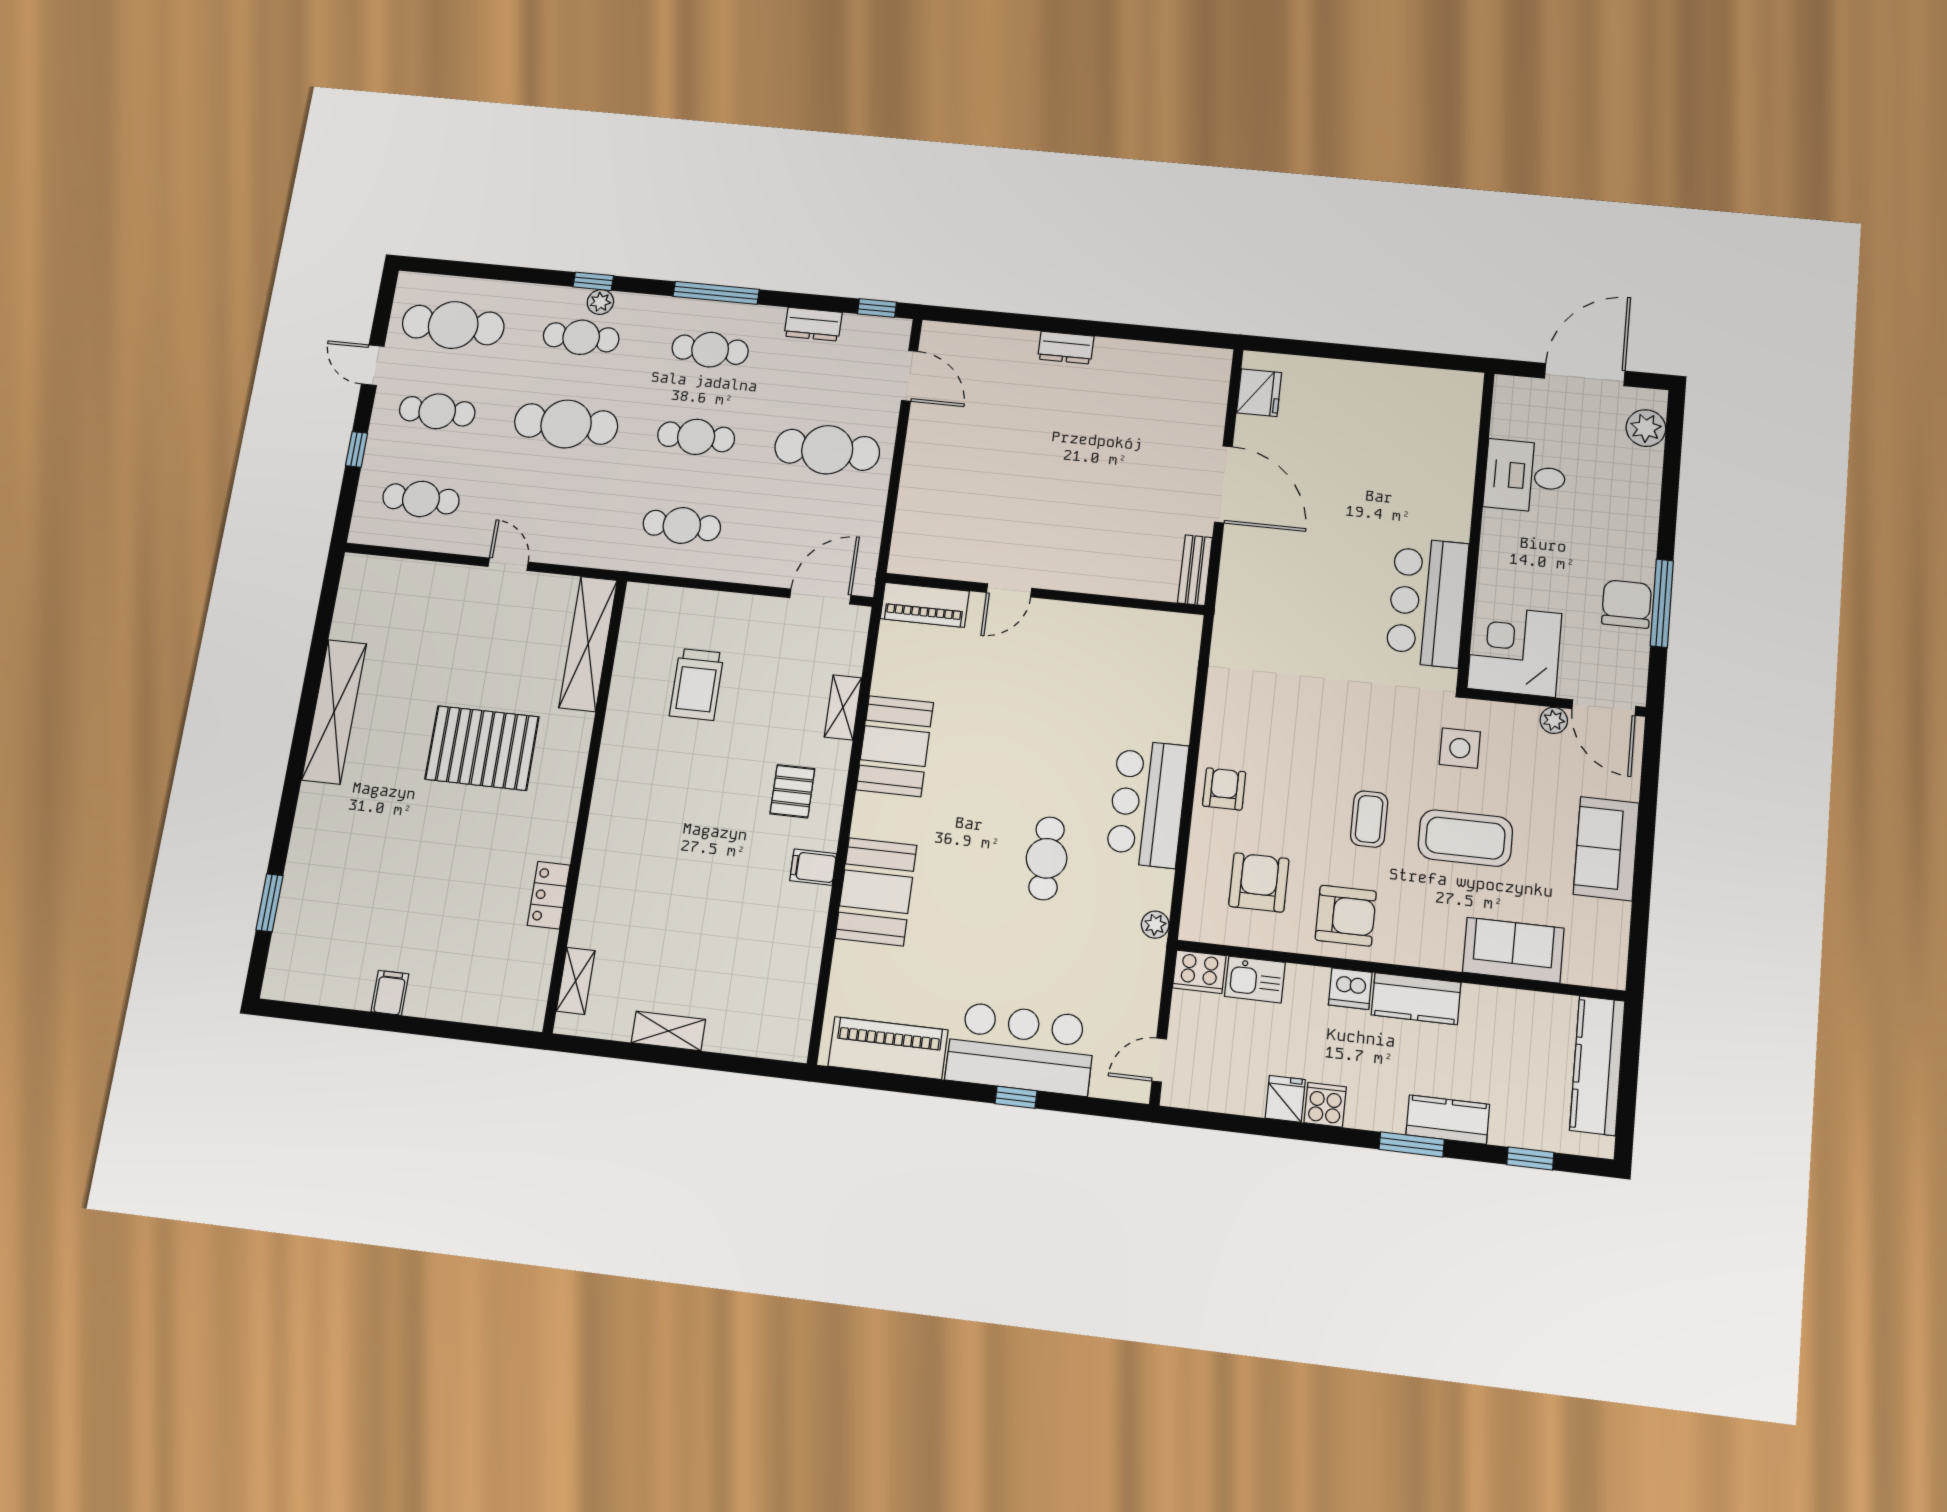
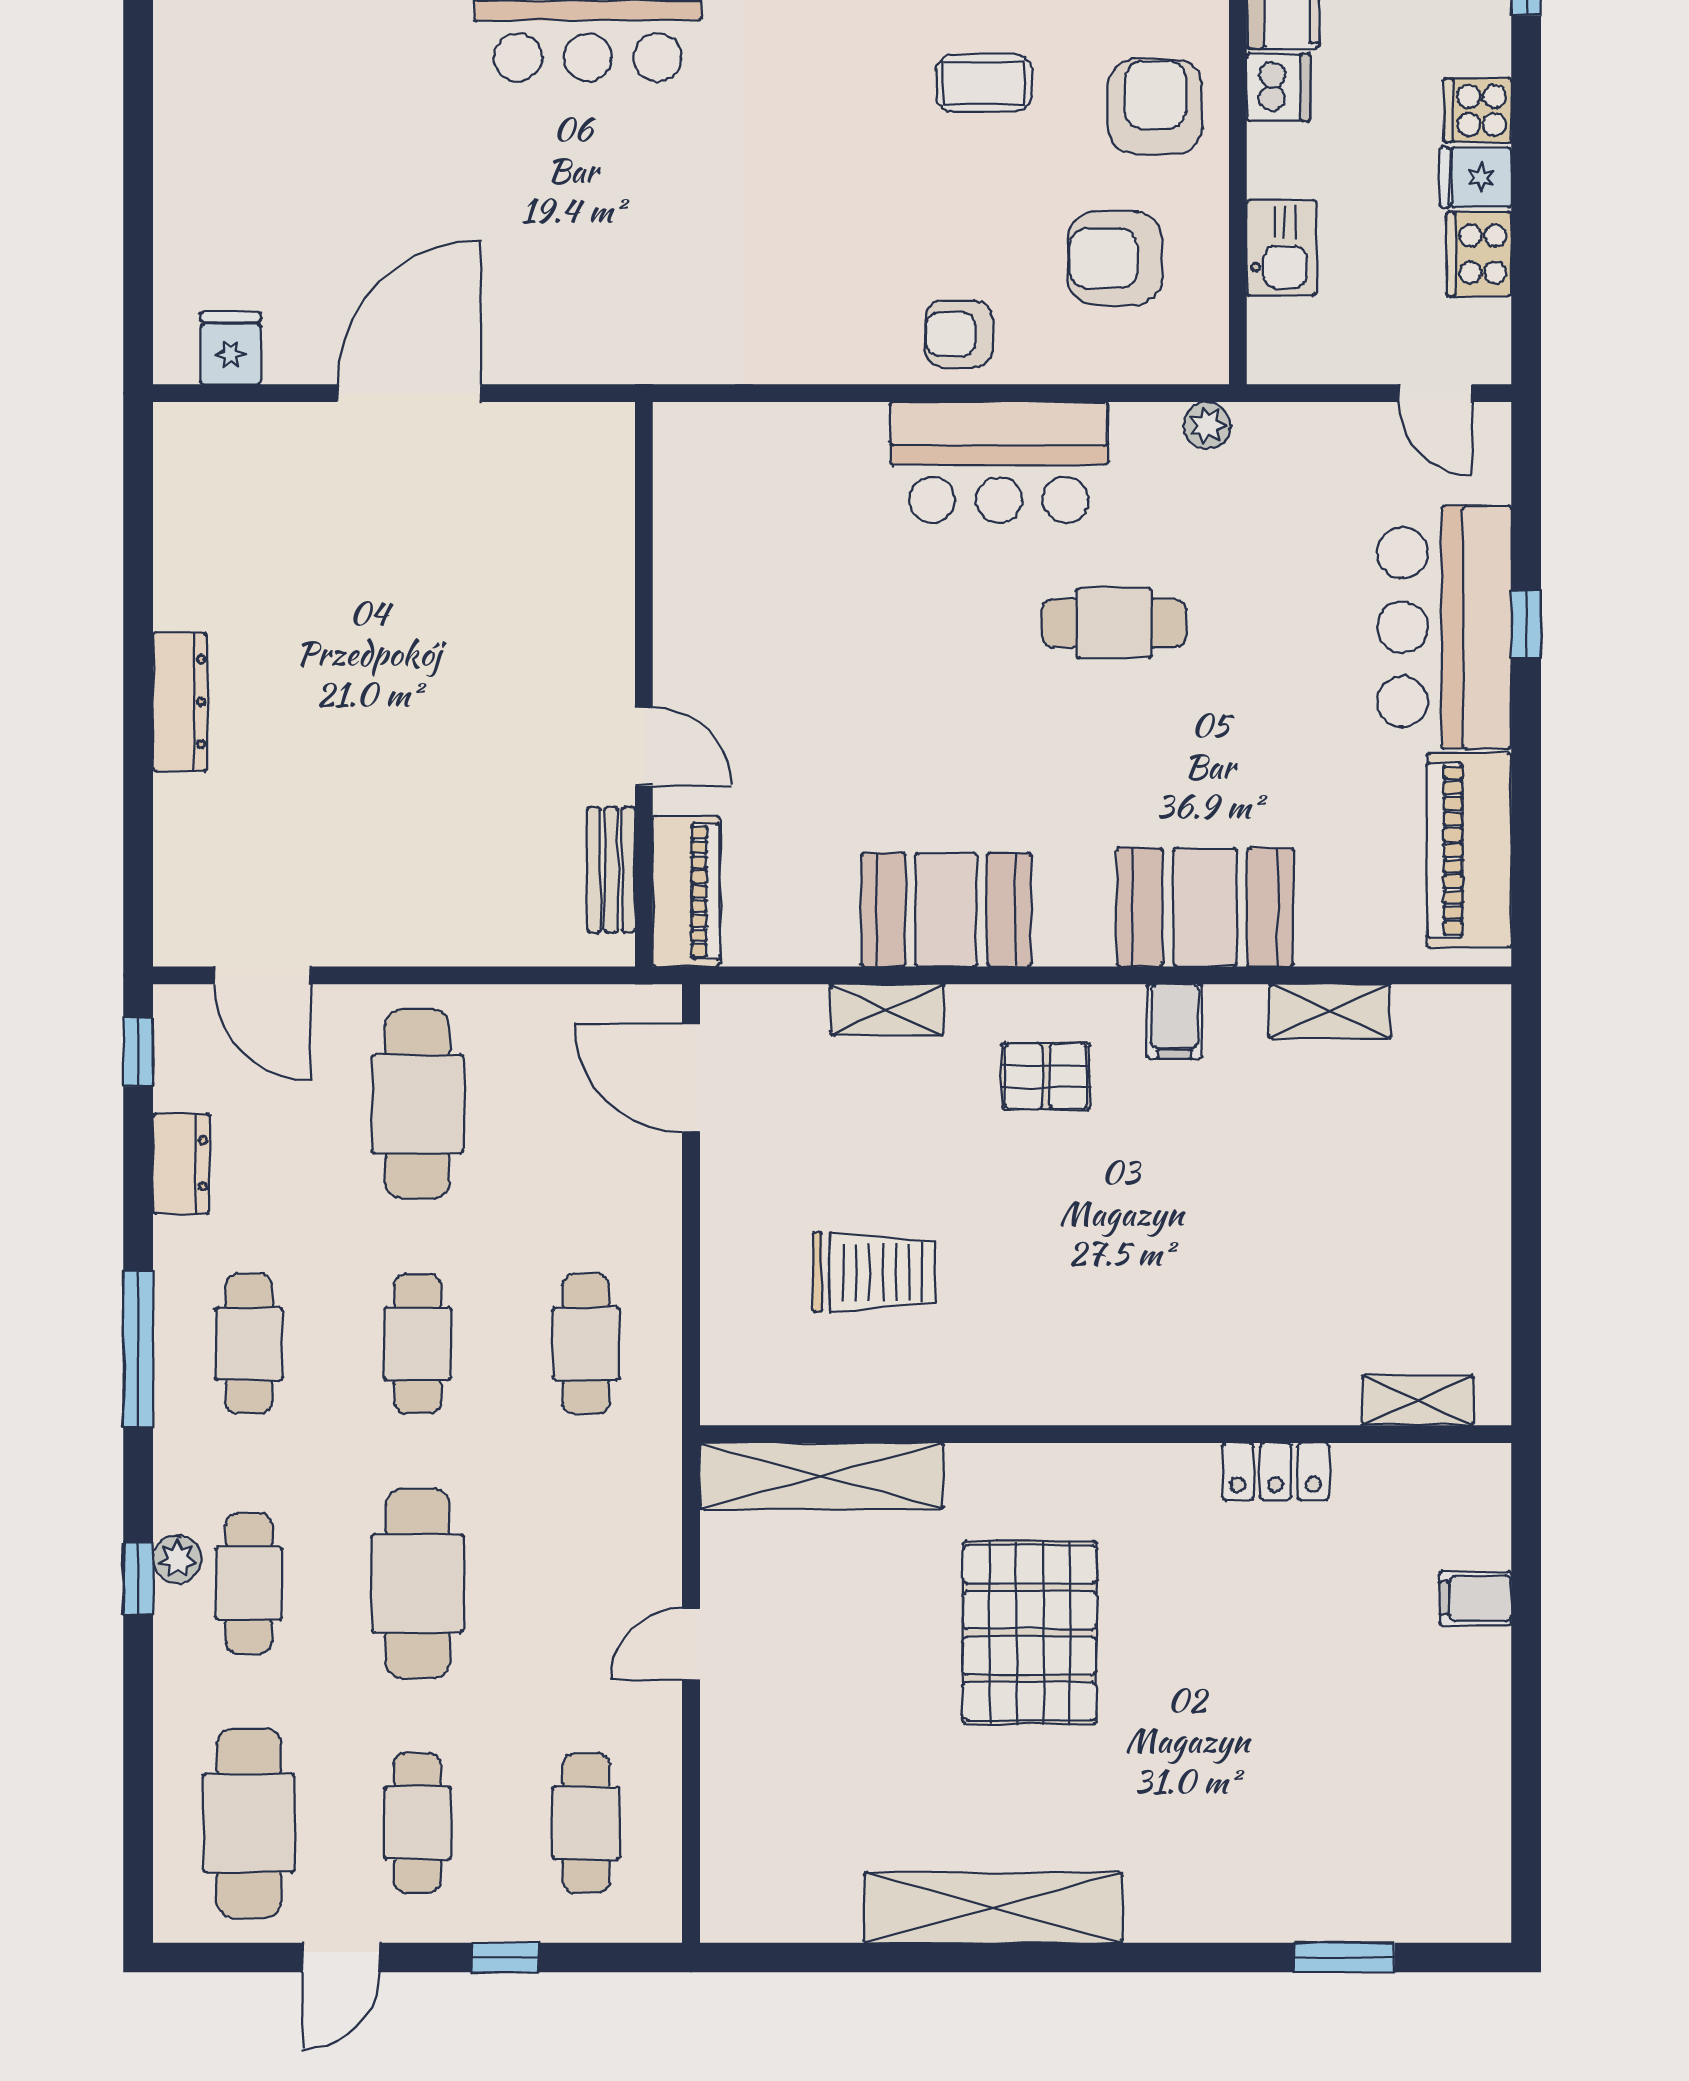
dresser: (1066, 348) -> (180, 702), width x1.44
door: (910, 376) -> (262, 975), swing flipped
fridge: (1259, 393) -> (231, 348), width x0.72
bench: (1195, 570) -> (611, 870), moved, turned 90
cooker: (1199, 972) -> (1479, 254), moved, turned 180
filing cabinet: (390, 993) -> (1475, 1598), moved
shelving: (668, 1031) -> (1330, 1011), moved, turned 90

